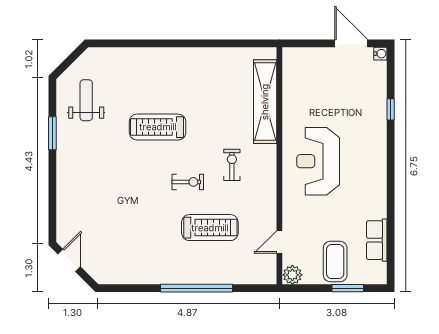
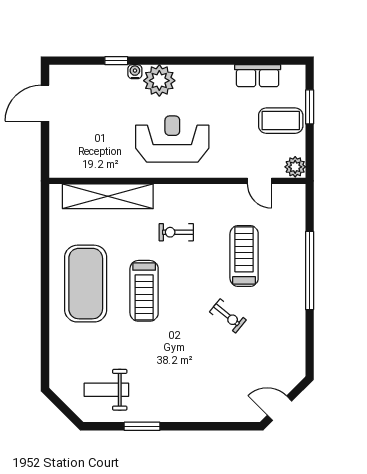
water cooler: (380, 54) -> (135, 72), moved
exercise mat: (184, 81) -> (86, 284), added
treadmill: (158, 127) -> (144, 291), moved
plant: (372, 149) -> (159, 81), added
reception desk: (318, 161) -> (172, 139), turned 180
exercise bike: (188, 182) -> (228, 316), moved, turned 129

